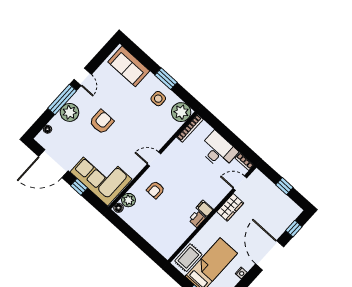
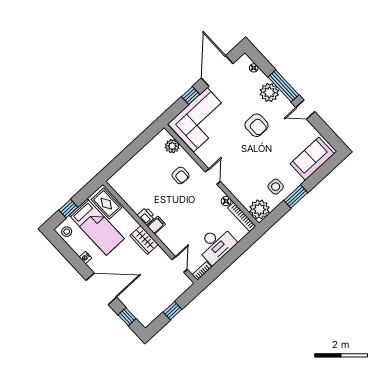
armchair: (156, 190) -> (180, 175), turned 180
wardrobe: (230, 207) -> (144, 240), moved
floor lamp: (119, 208) -> (226, 201), moved

